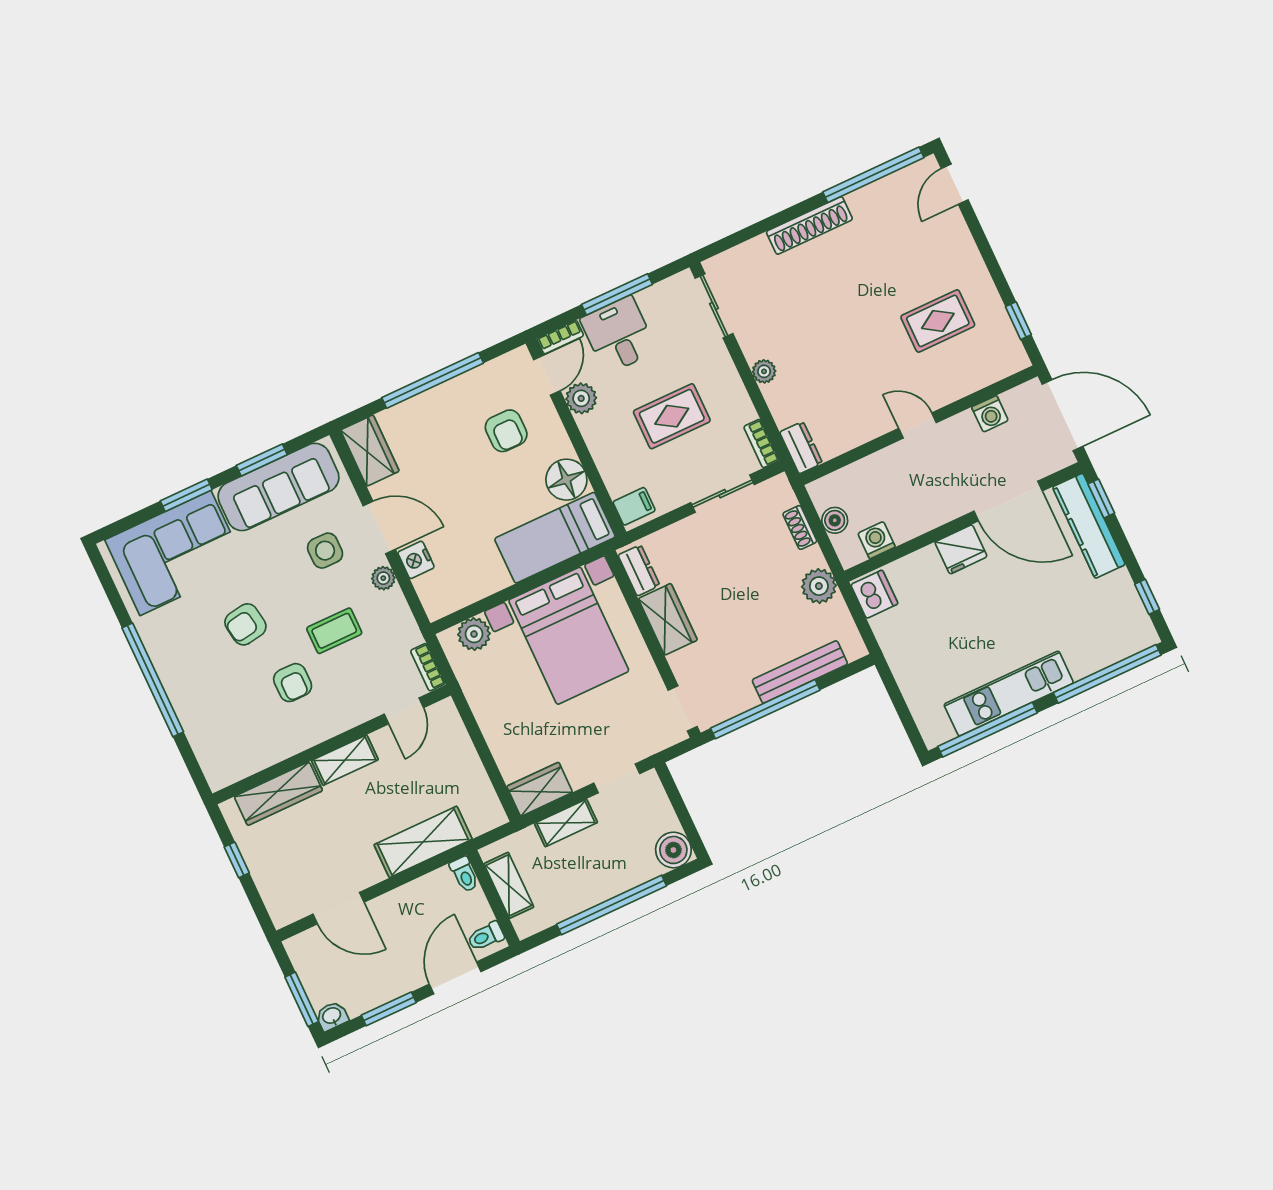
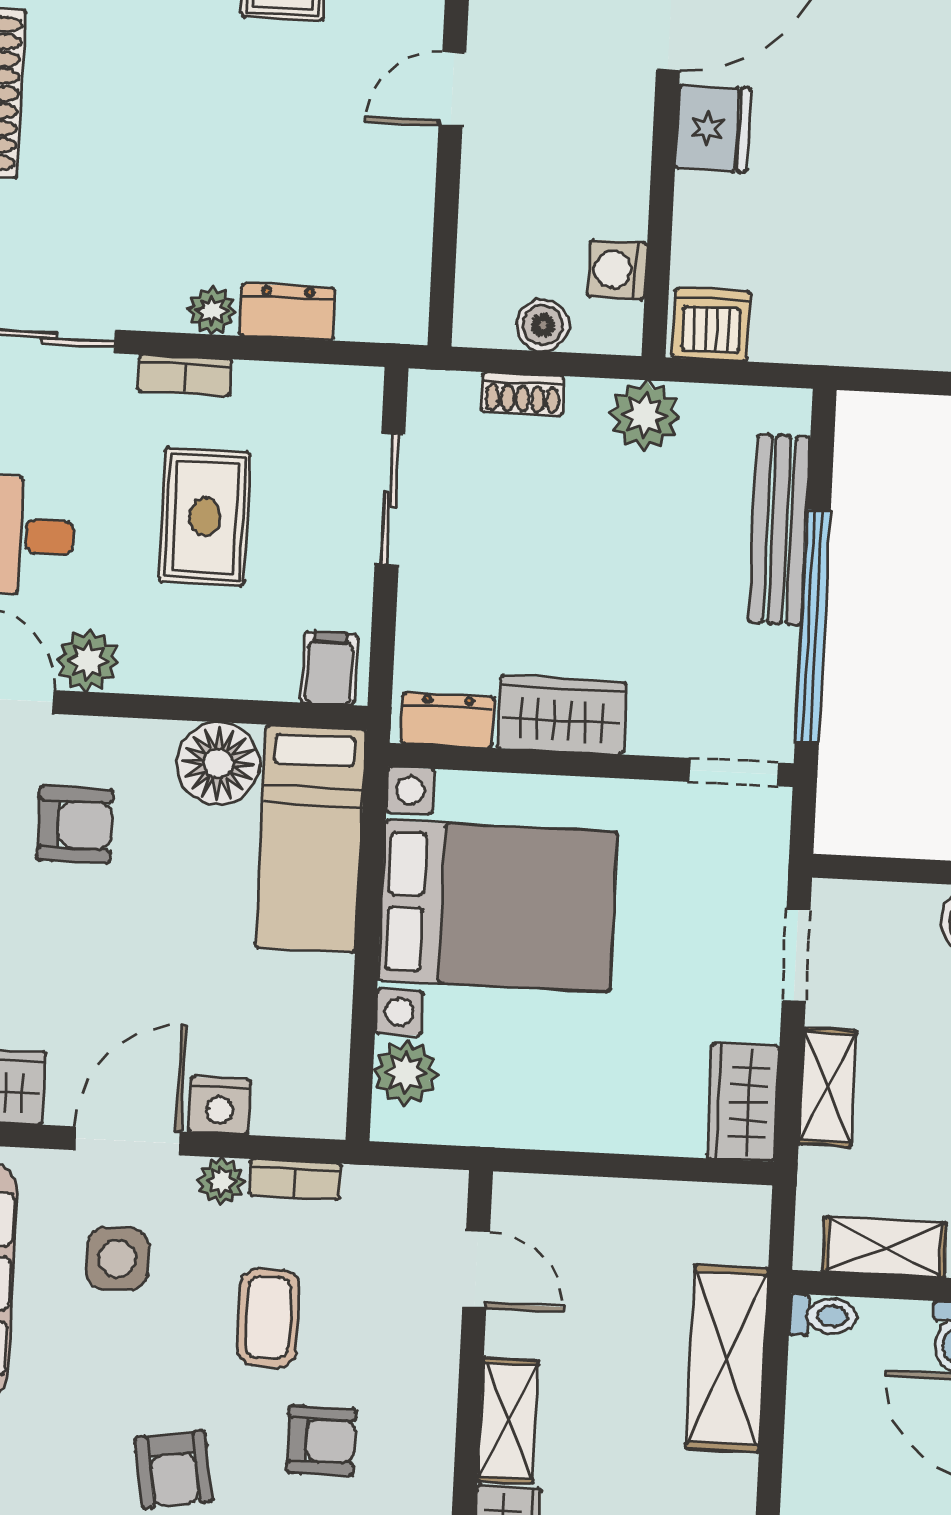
bookcase: (761, 443) -> (184, 375), moved
dresser: (801, 448) -> (287, 312), moved
bookcase: (428, 667) -> (295, 1179), moved

